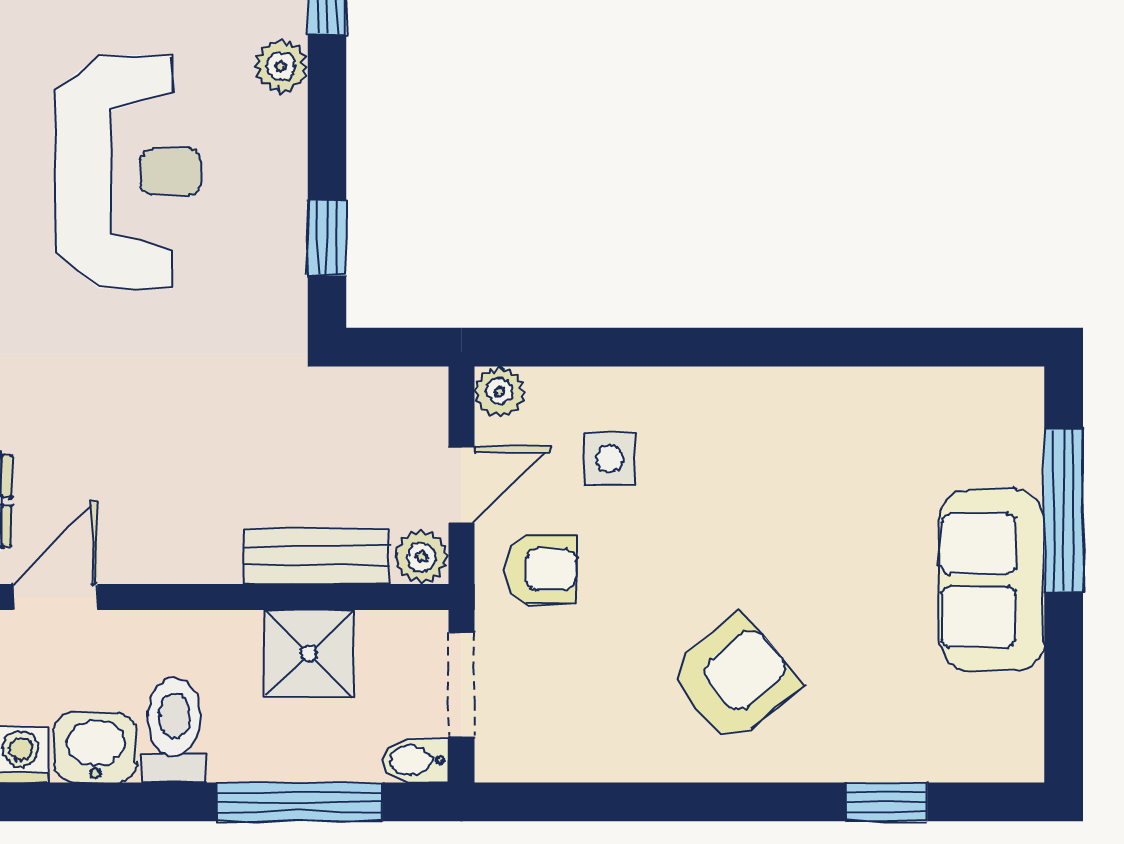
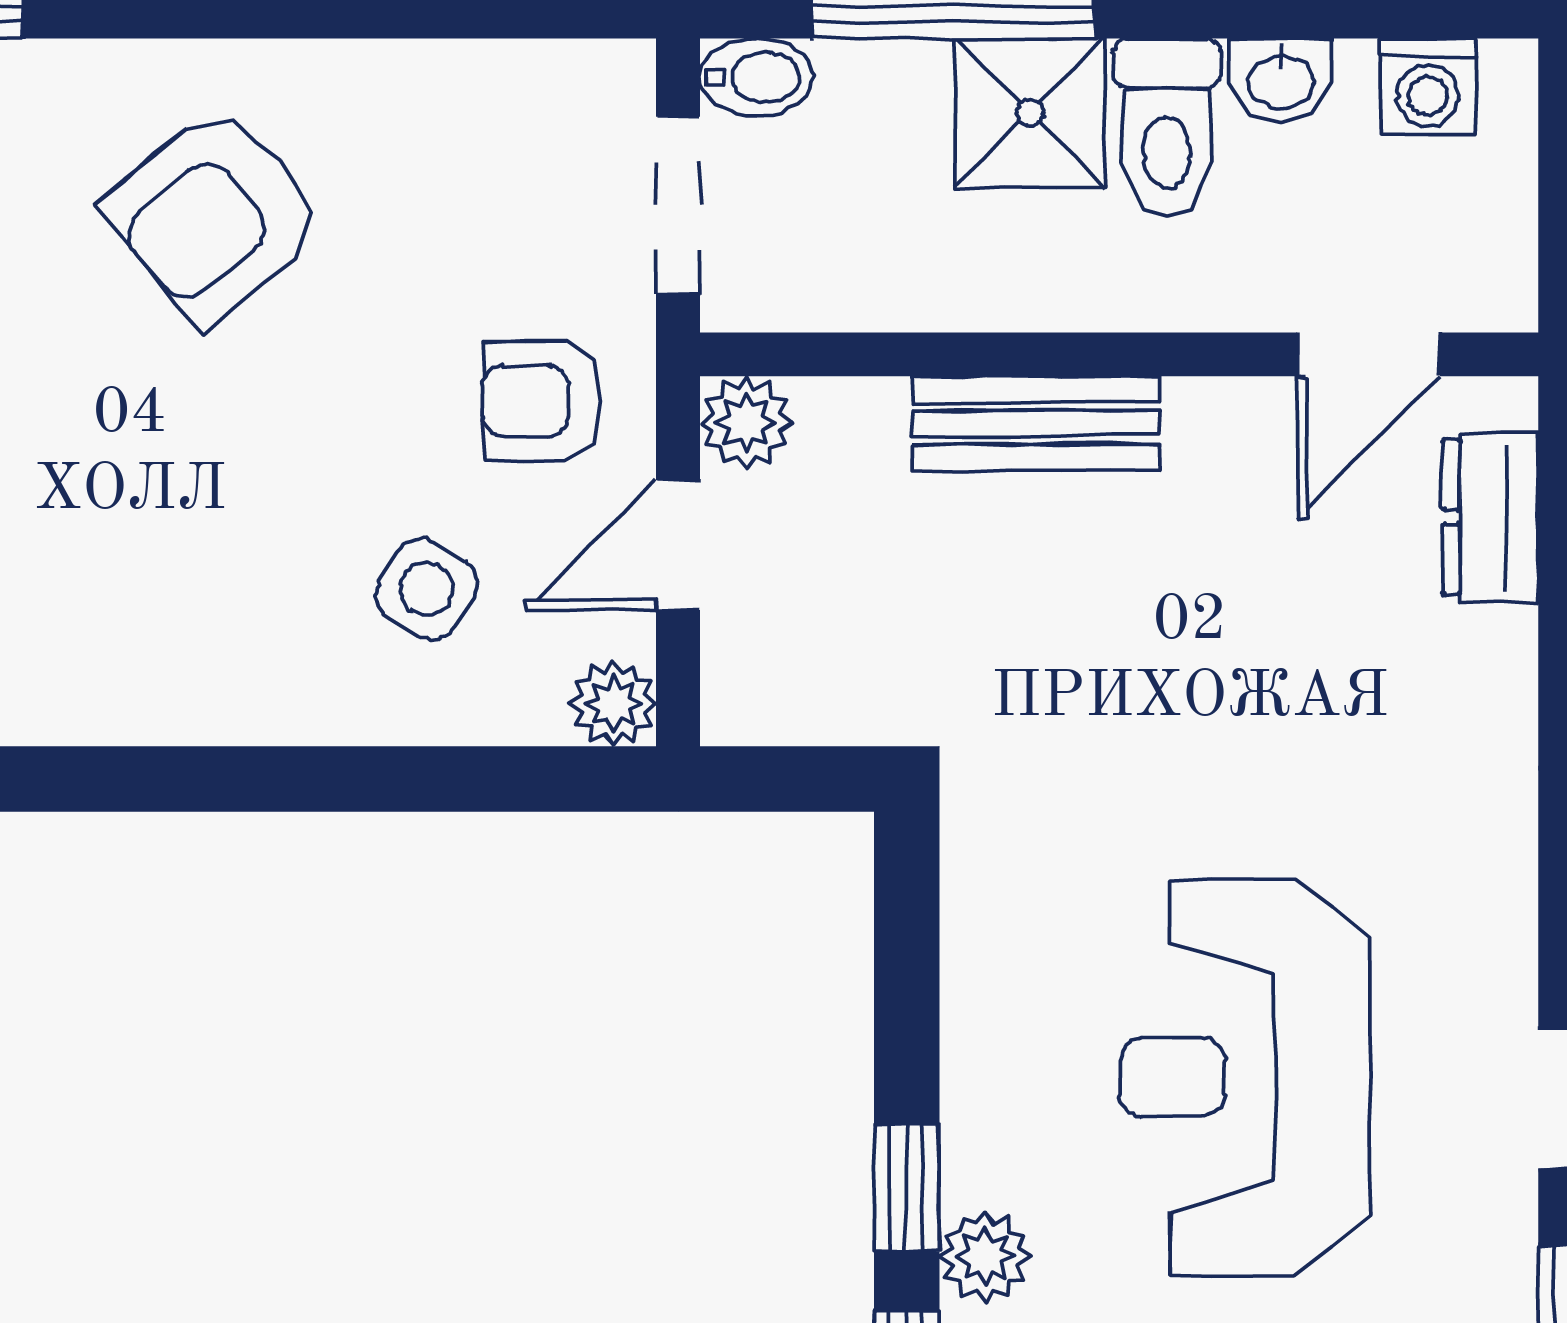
window: (327, 238) -> (907, 1188), moved
side table: (609, 459) -> (427, 589), turned 31
bench: (316, 556) -> (1036, 423), moved
shower: (309, 654) -> (1030, 113), moved
washbasin: (95, 747) -> (1281, 80), width x0.72, depth x0.69

